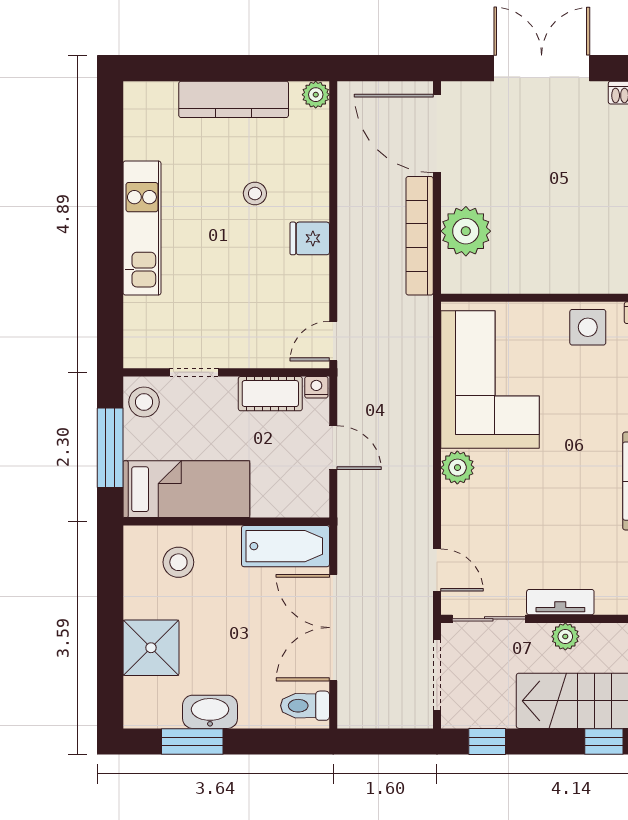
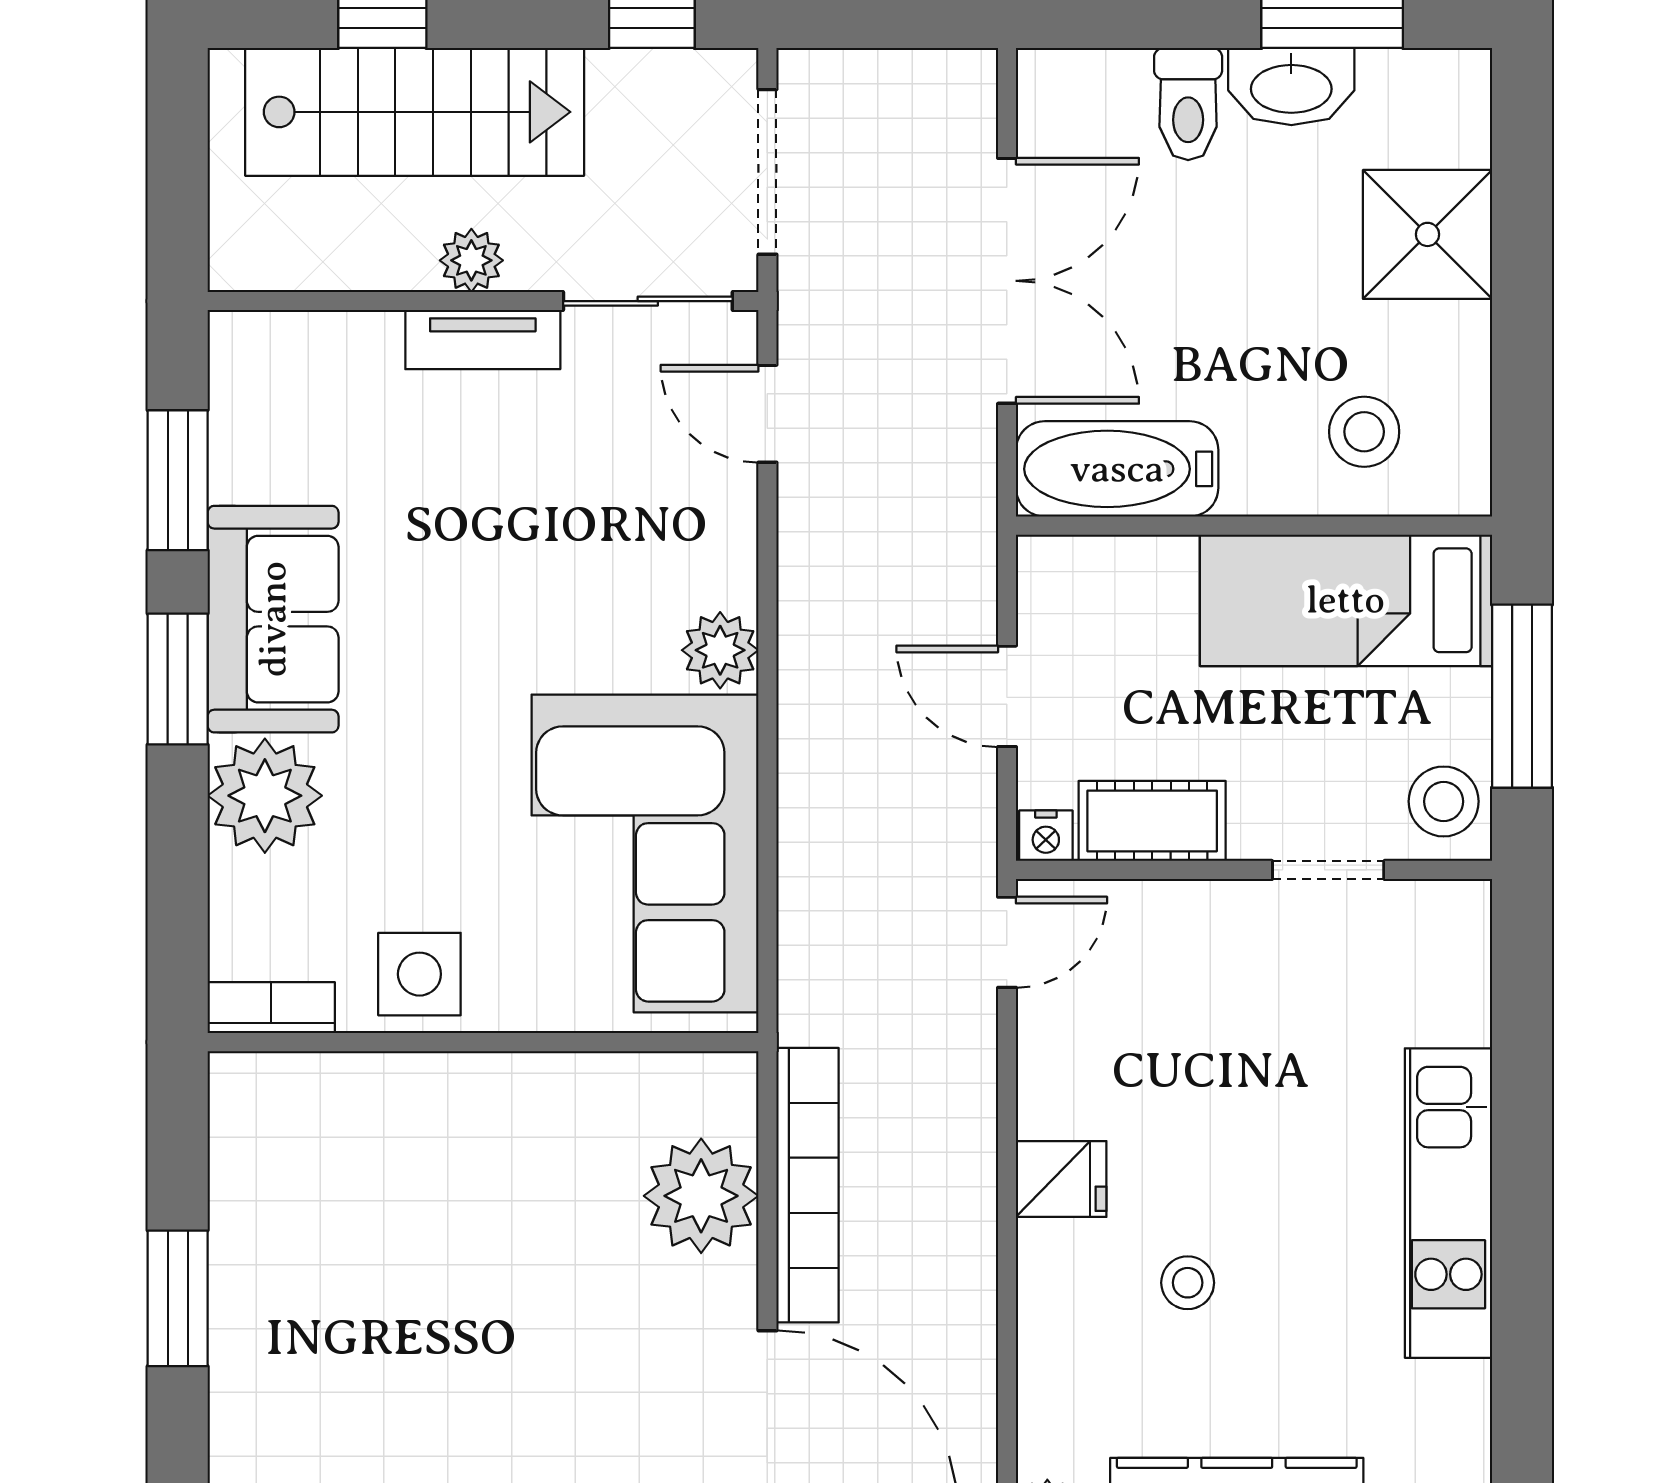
toilet: (305, 706) -> (1188, 104), moved, turned 90

